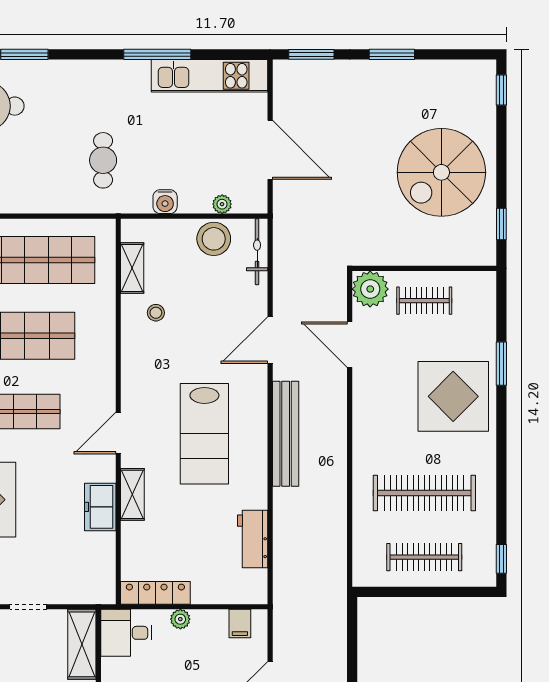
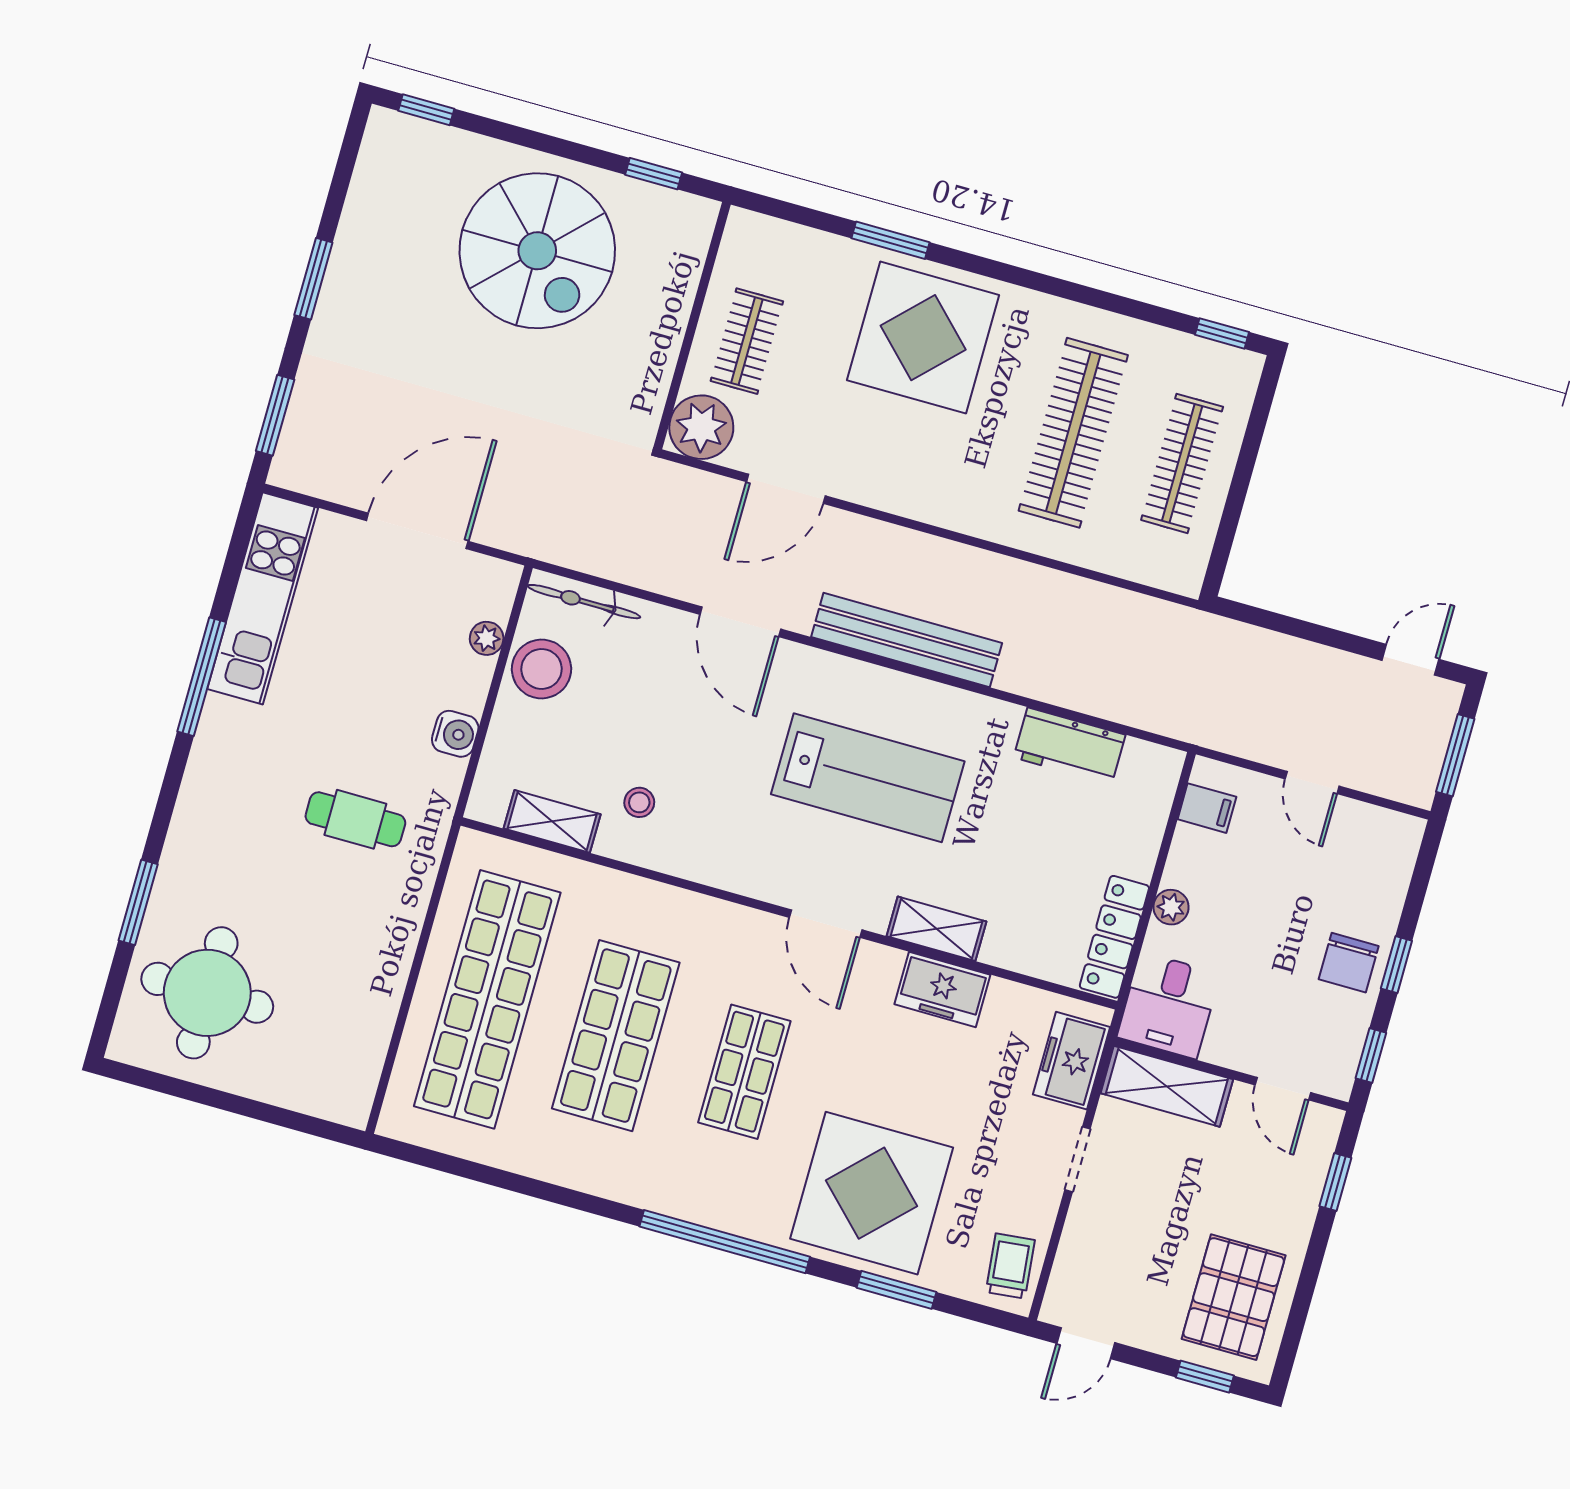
freezer: (81, 588) -> (1072, 1061), added

